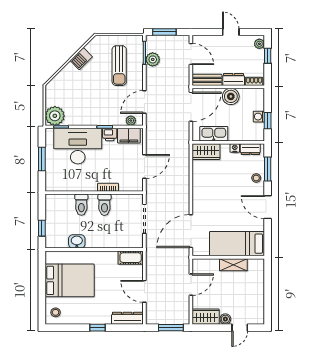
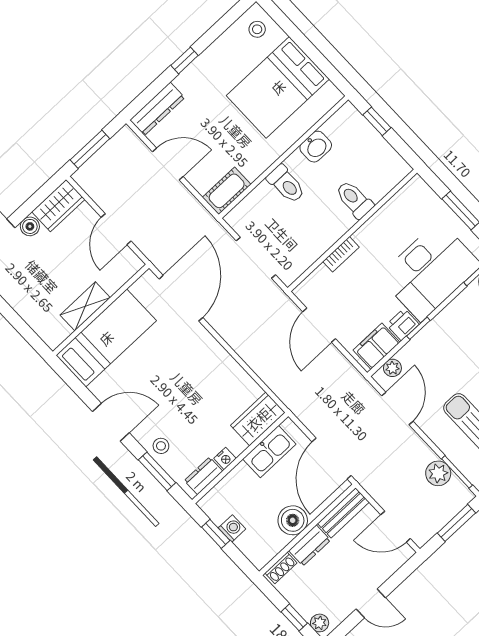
toilet: (104, 205) -> (286, 184), moved, turned 180

